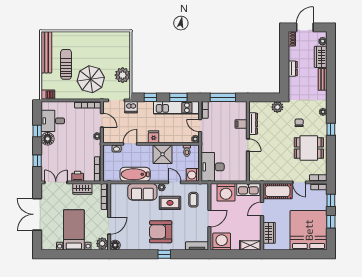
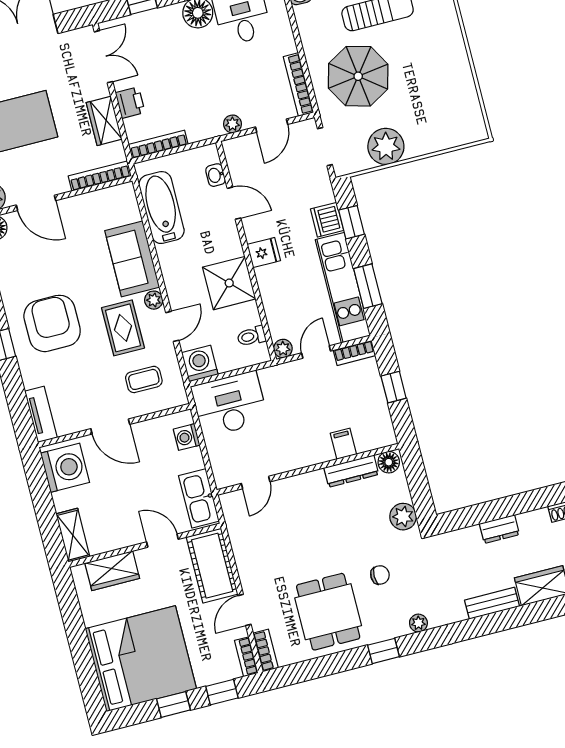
window: (223, 97) -> (394, 387), width x0.46
dishwasher: (131, 107) -> (327, 220), moved
floor lamp: (253, 107) -> (389, 462), added
door: (248, 145) -> (256, 483), moved
bathtub: (135, 174) -> (161, 208), moved
washing machine: (226, 192) -> (187, 437), width x0.53, depth x0.53

